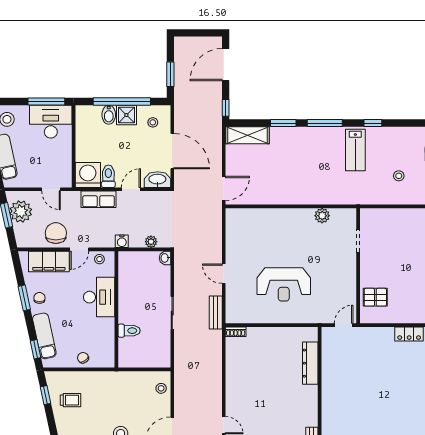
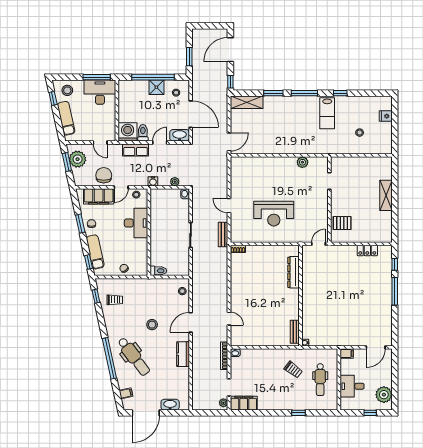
bidet: (109, 115) -> (143, 87), removed
toilet: (129, 331) -> (158, 271), moved

